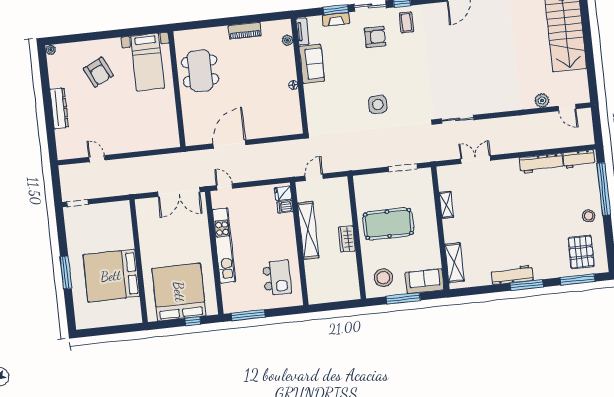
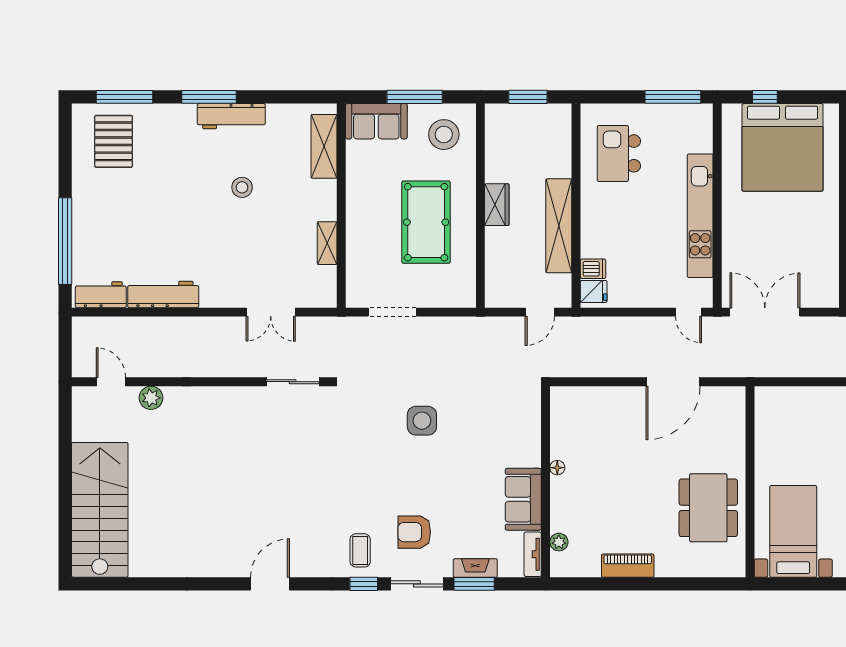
stool: (589, 216) -> (242, 187), moved
pool table: (388, 224) -> (426, 222), turned 90
window: (335, 306) -> (528, 97), added

